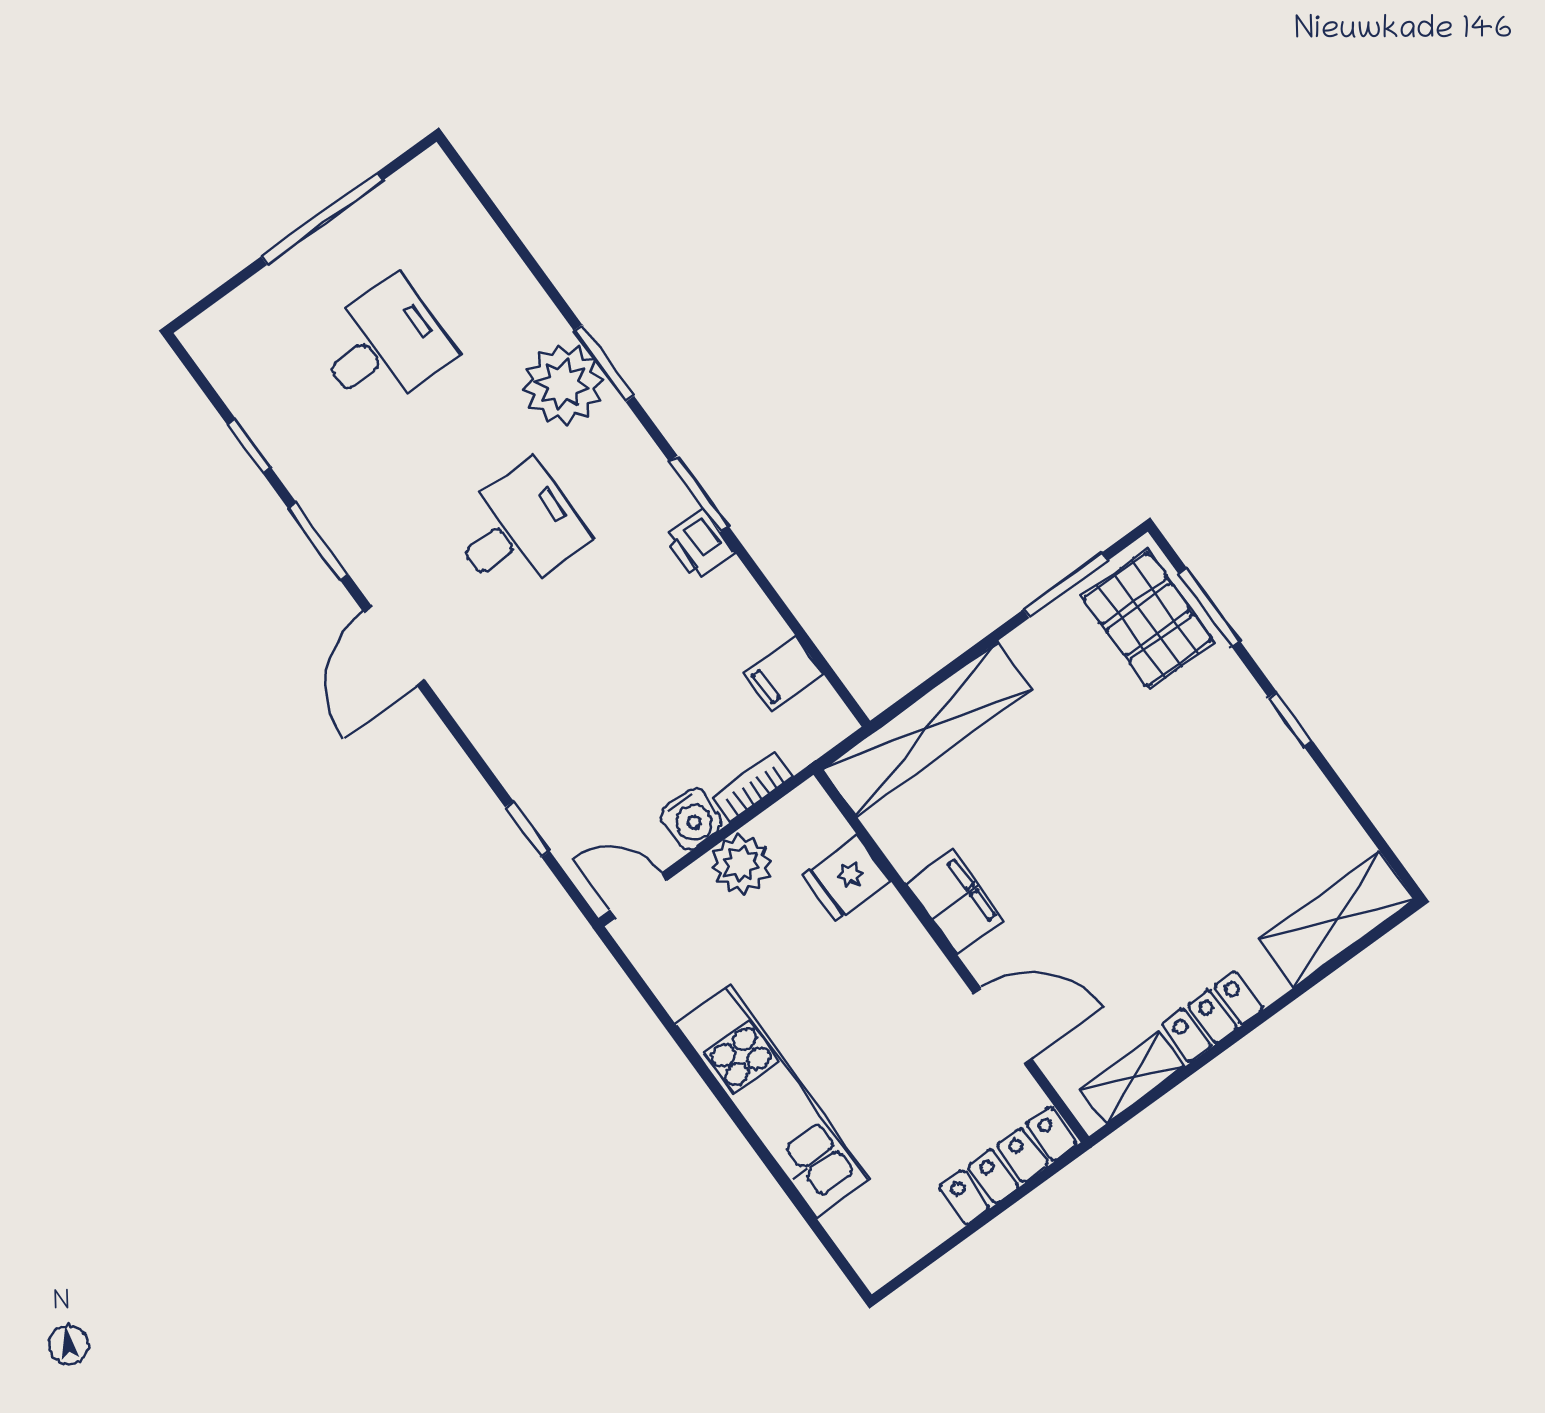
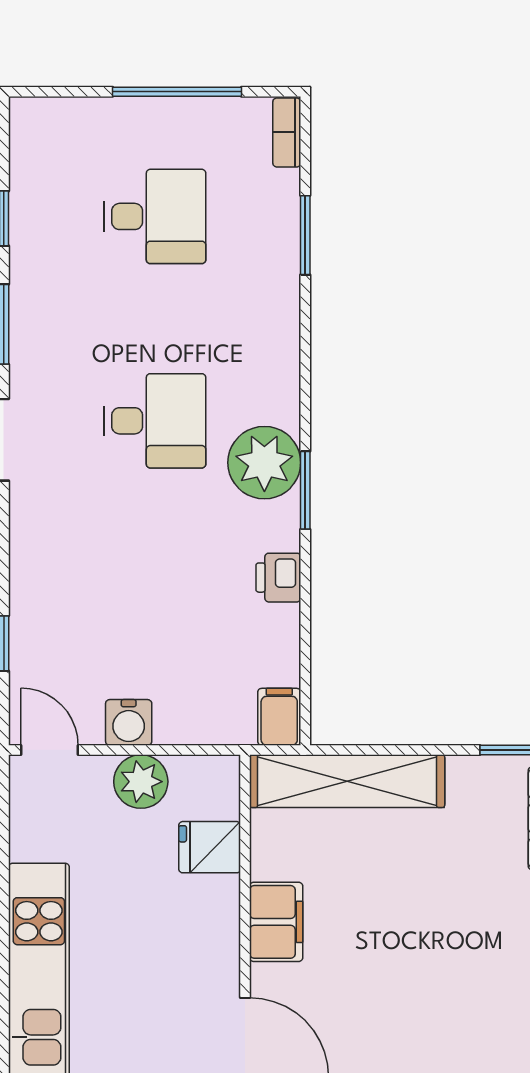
window: (604, 363) -> (305, 235), moved
plant: (563, 384) -> (264, 463), moved
printer: (699, 545) -> (278, 578), moved
filing cabinet: (784, 674) -> (279, 717), moved, turned 90
bookcase: (753, 787) -> (287, 132), moved, turned -90

